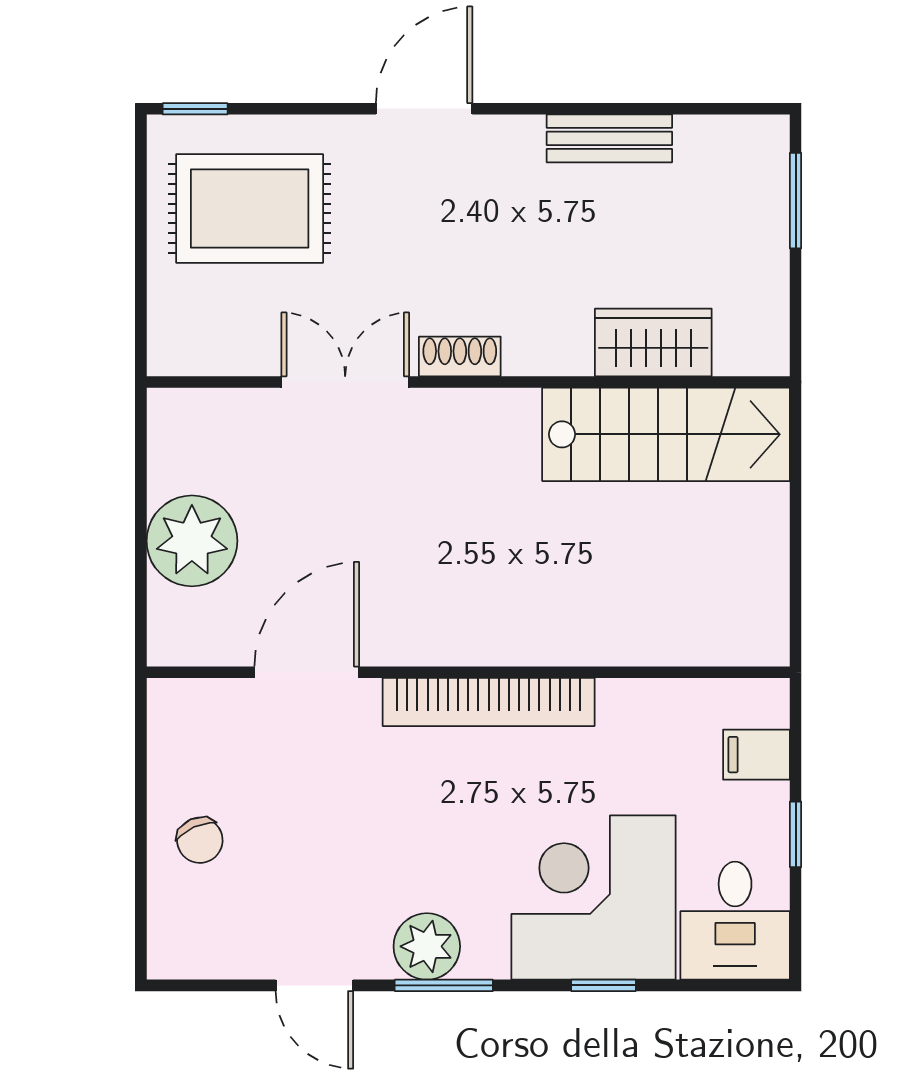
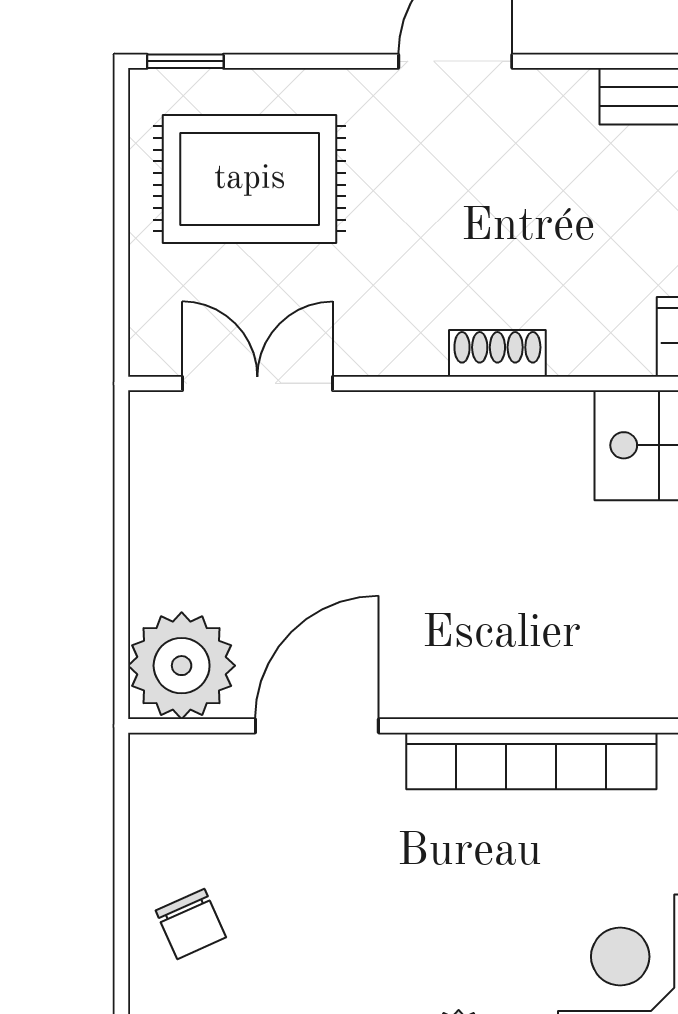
double door: (345, 382) -> (257, 383), moved
plant: (192, 541) -> (182, 666), moved

